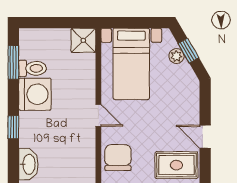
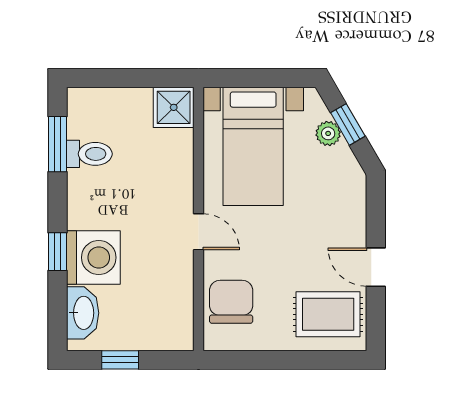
washing machine: (35, 94) -> (93, 258), moved

